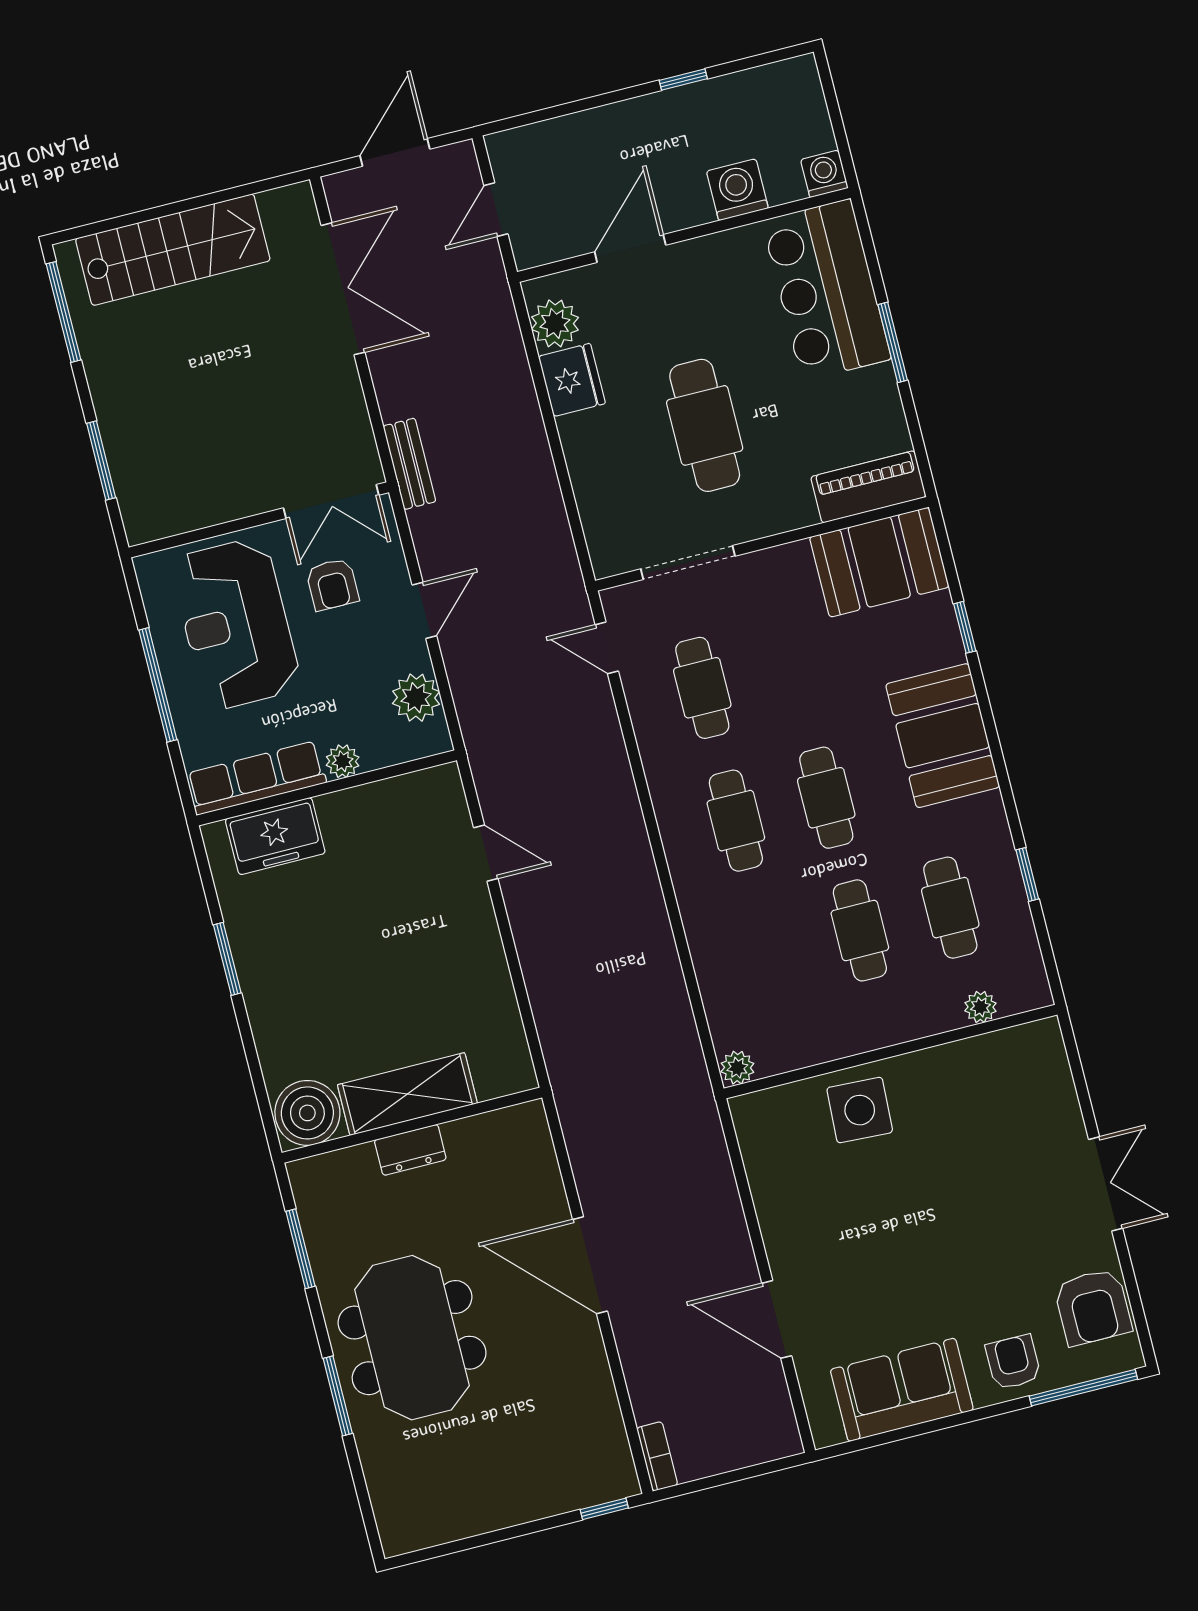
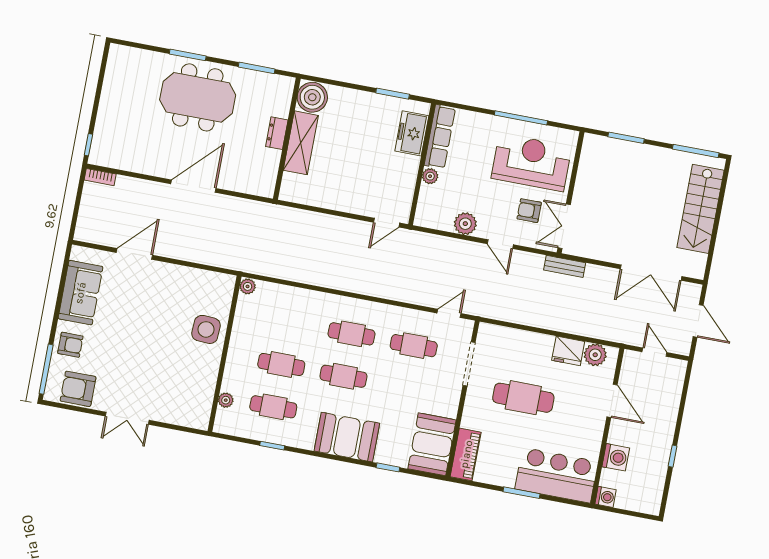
plant: (343, 761) -> (430, 176), moved
row of seats: (256, 778) -> (440, 137), moved
wall: (327, 788) -> (422, 164), moved
freezer: (275, 836) -> (412, 133), moved

